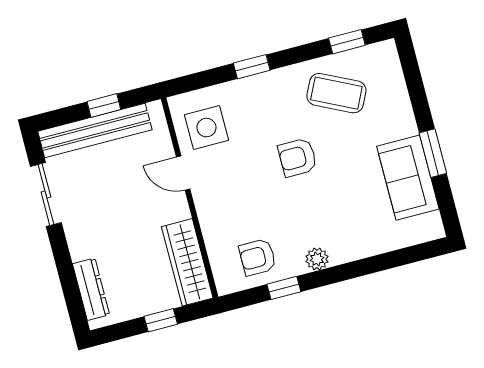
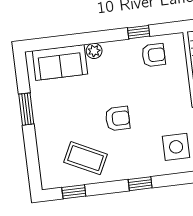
sofa: (408, 178) -> (60, 62), moved, turned 90
plant: (317, 259) -> (94, 51), moved

